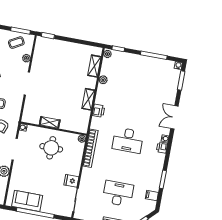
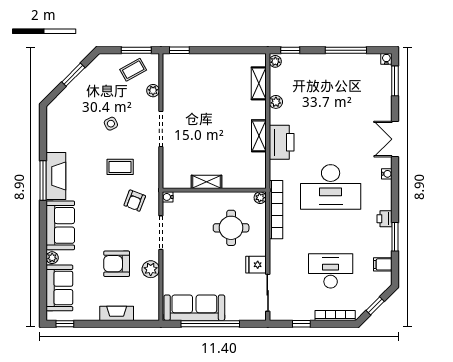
printer: (99, 111) -> (282, 142), width x1.87, depth x1.48
desk: (128, 140) -> (331, 187), width x1.36, depth x1.30
printer: (162, 147) -> (384, 219), moved
round table: (51, 148) -> (231, 228), moved
sofa: (27, 201) -> (194, 308), width x1.36

